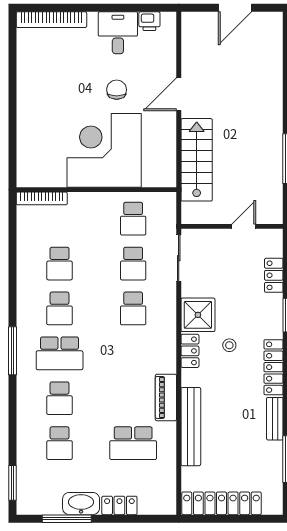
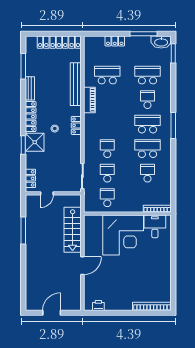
desk: (118, 33) -> (155, 226), moved, turned 180
chair: (117, 90) -> (116, 268), removed
locker: (274, 275) -> (30, 178), moved
school desk: (60, 308) -> (147, 149), width x1.85
shower: (198, 315) -> (35, 142), moved
school desk: (60, 443) -> (147, 75), width x1.85
washbasin: (81, 504) -> (161, 42), moved

